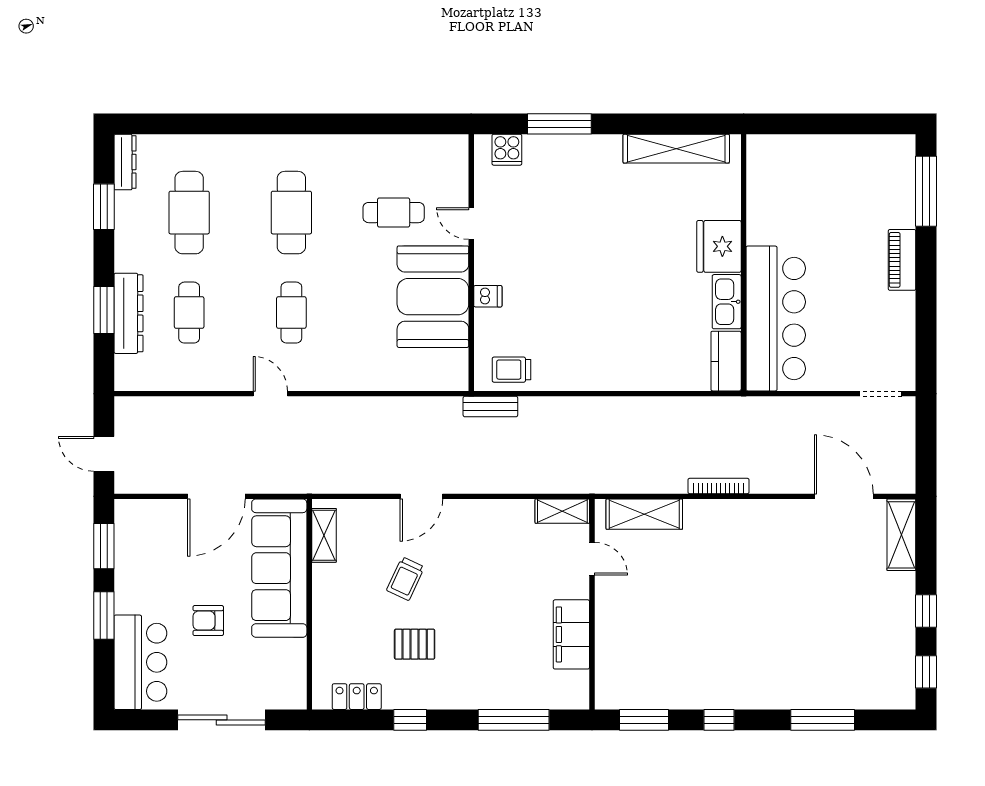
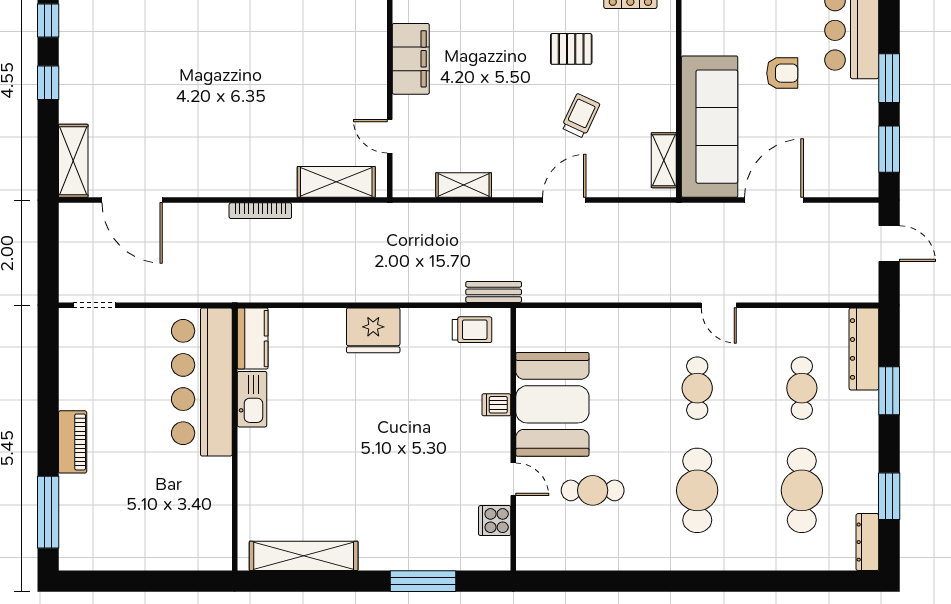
cooker: (507, 150) -> (495, 521), moved, turned -90
fridge: (719, 246) -> (373, 330), moved, turned 90
dresser: (128, 313) -> (864, 349), moved
shelving: (562, 511) -> (464, 185), moved

